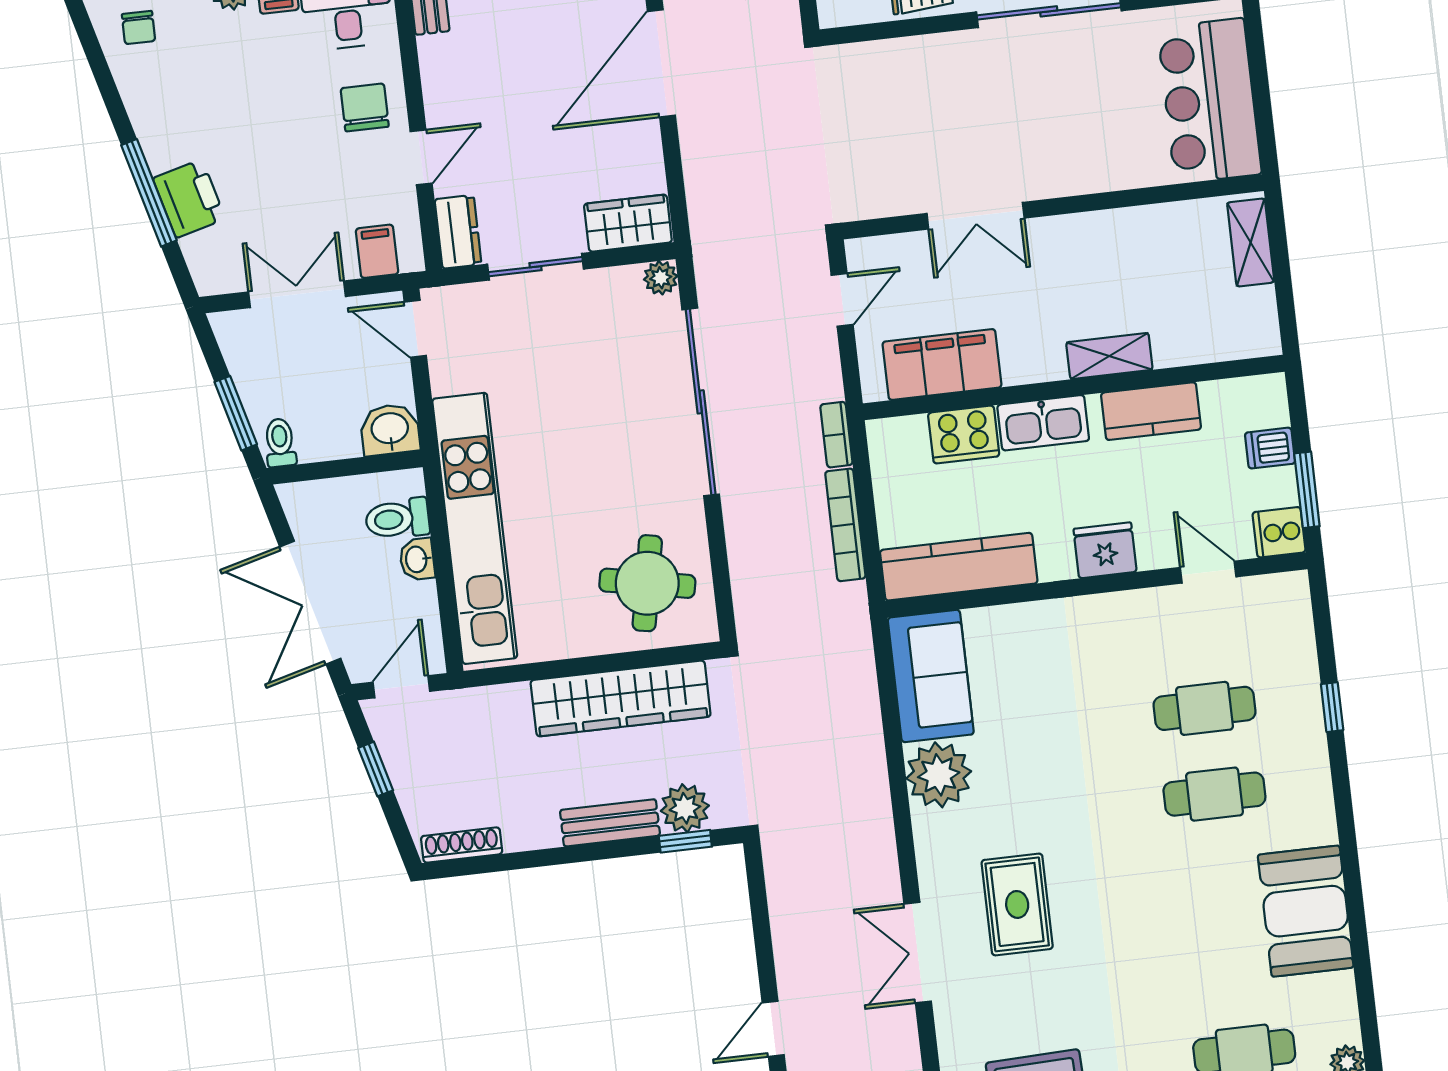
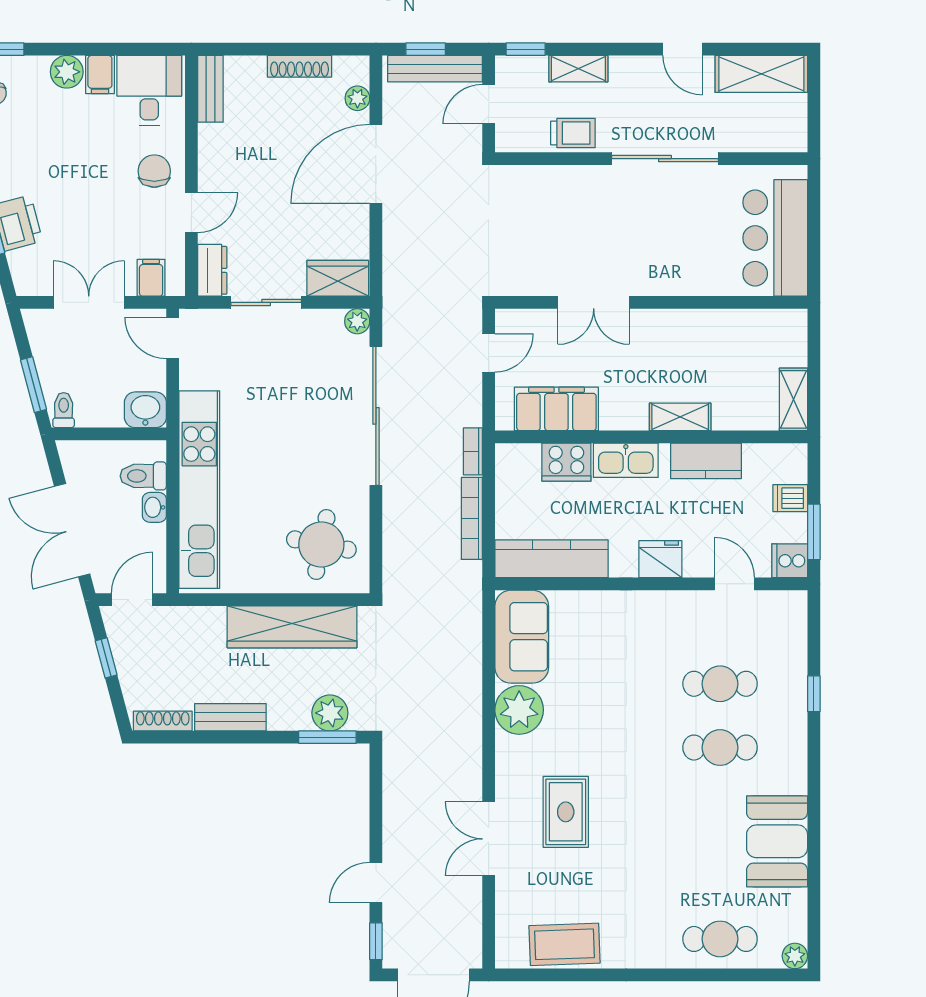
shelving: (1251, 242) -> (793, 399), moved
bench: (610, 823) -> (230, 717), moved
window: (685, 841) -> (327, 737), width x1.50

